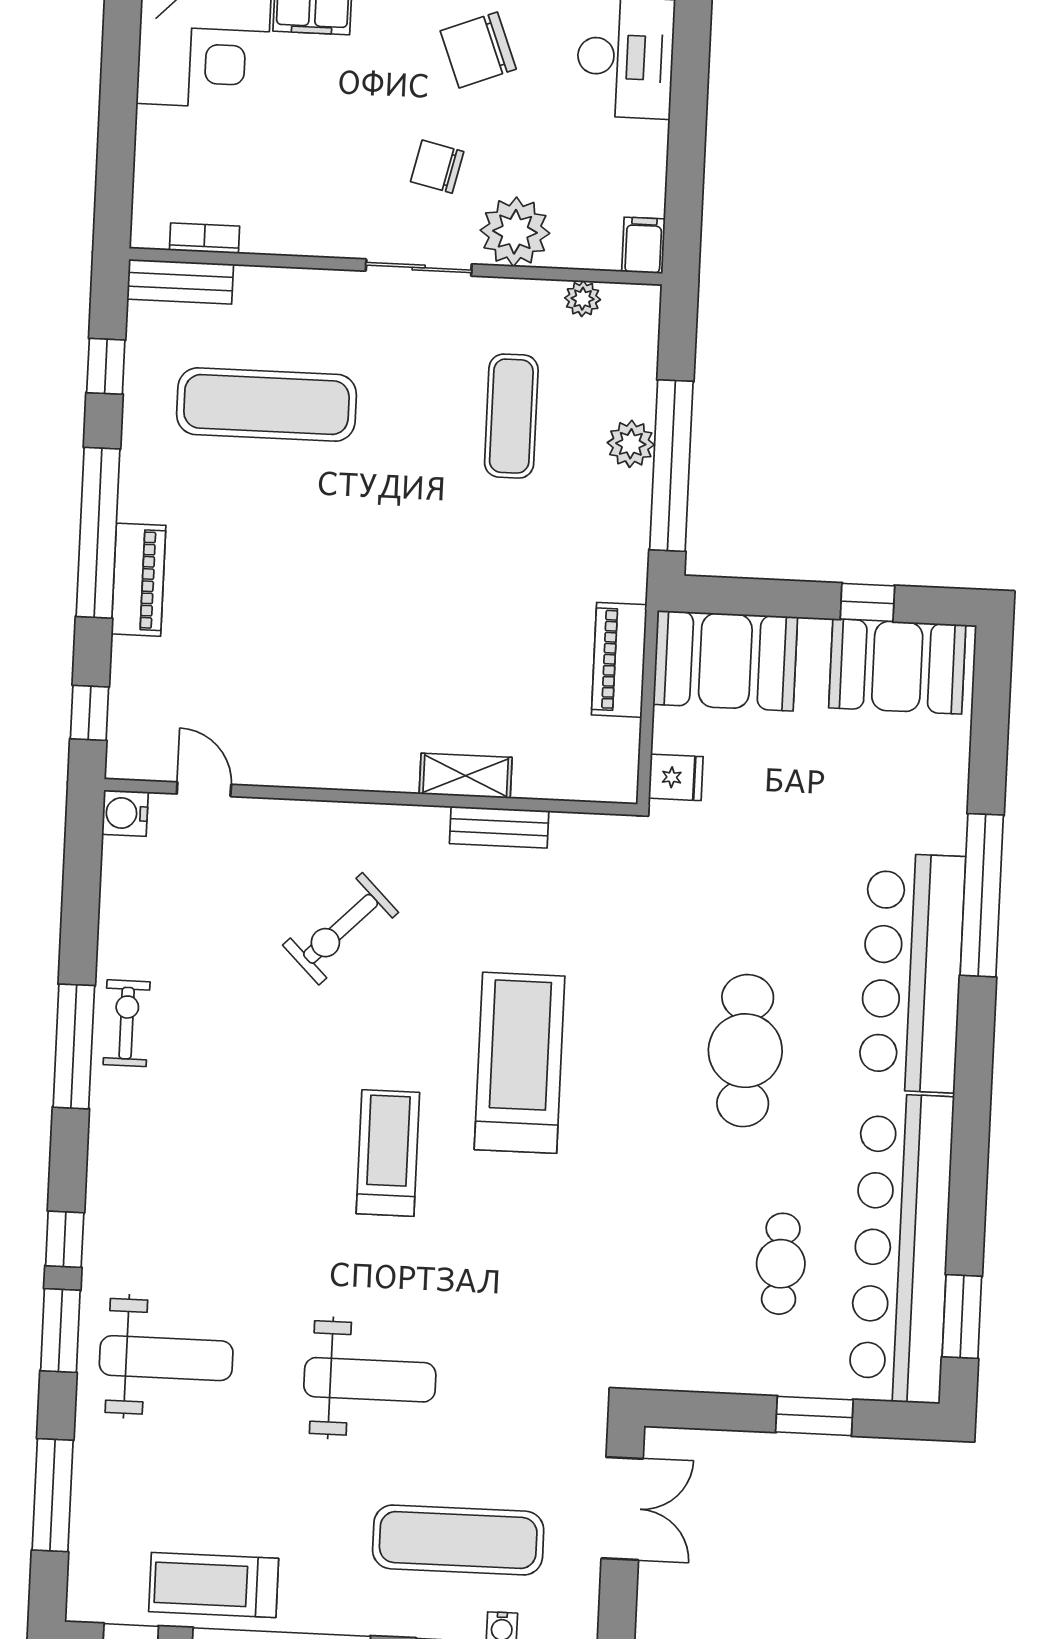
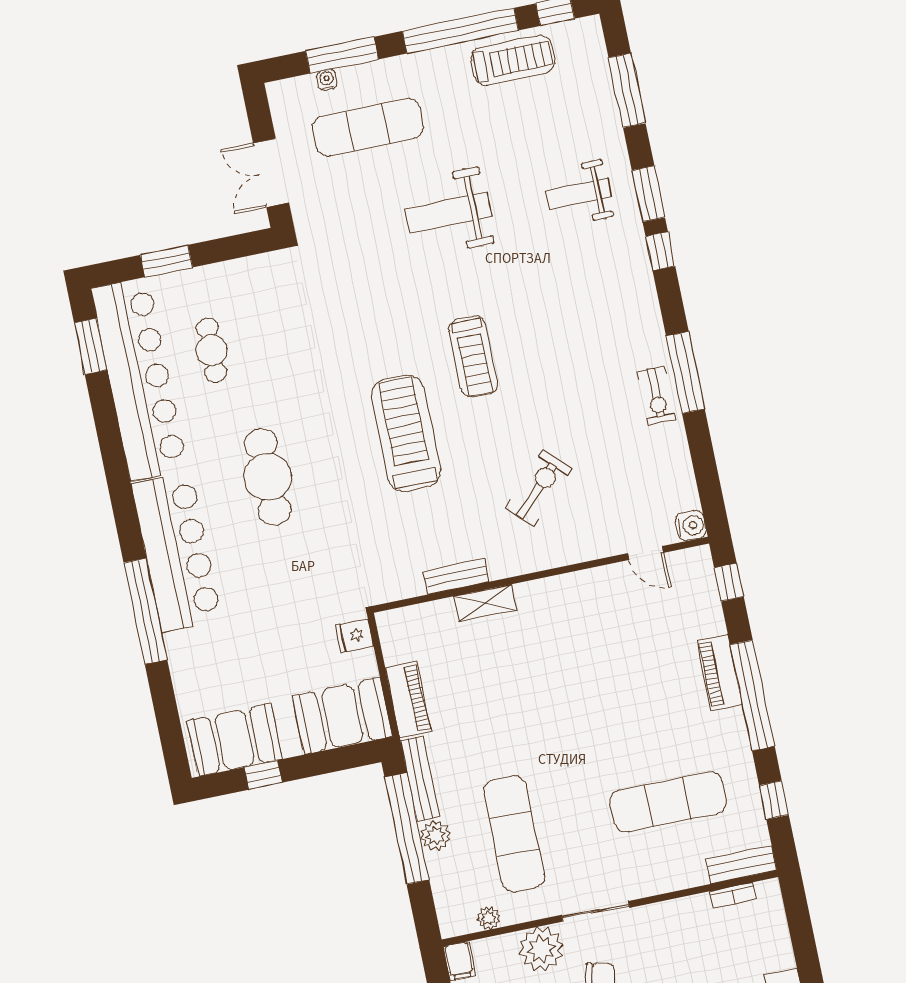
exercise mat: (511, 416) -> (514, 834), width x1.36, depth x1.45
bench: (632, 536) -> (420, 779), added
treadmill: (520, 1063) -> (406, 433), turned 180
weight bench: (166, 1358) -> (578, 194), width x0.73, depth x0.75

